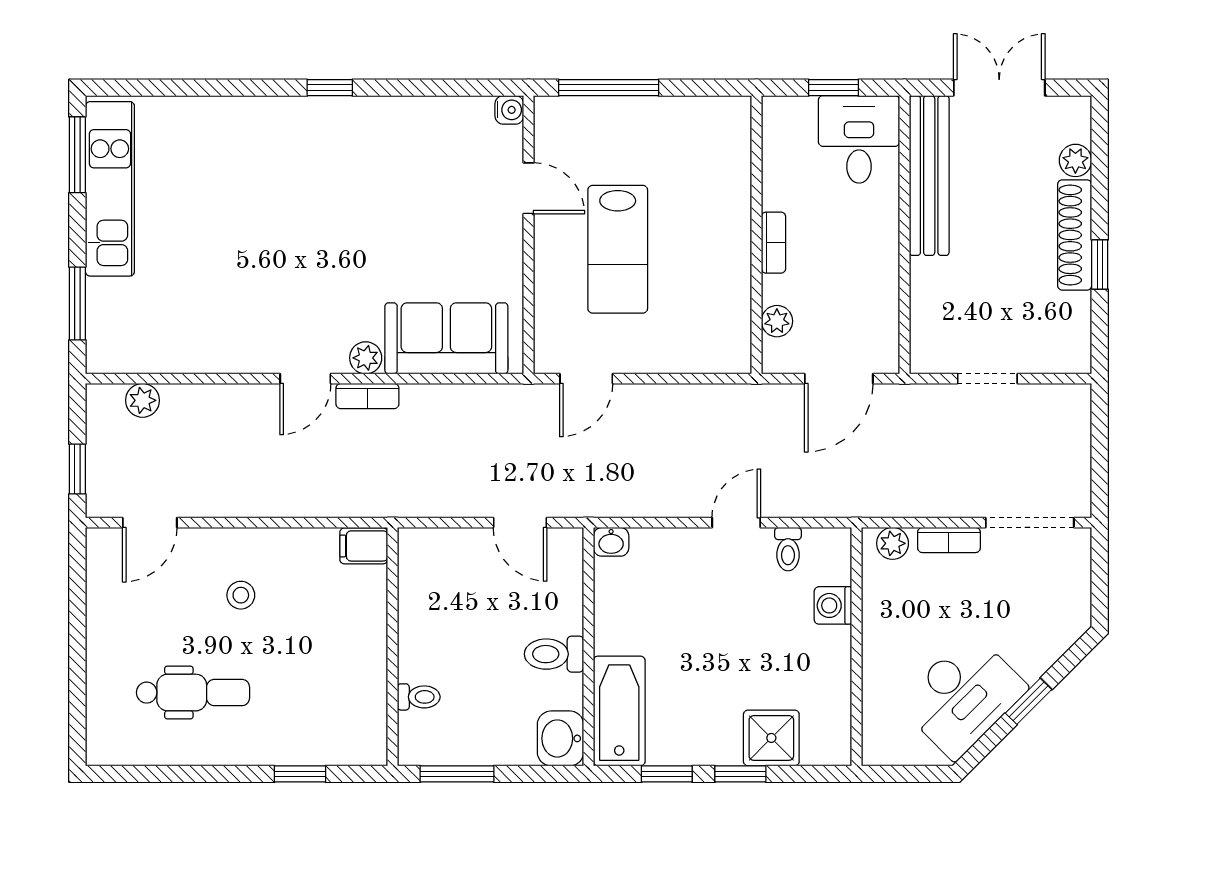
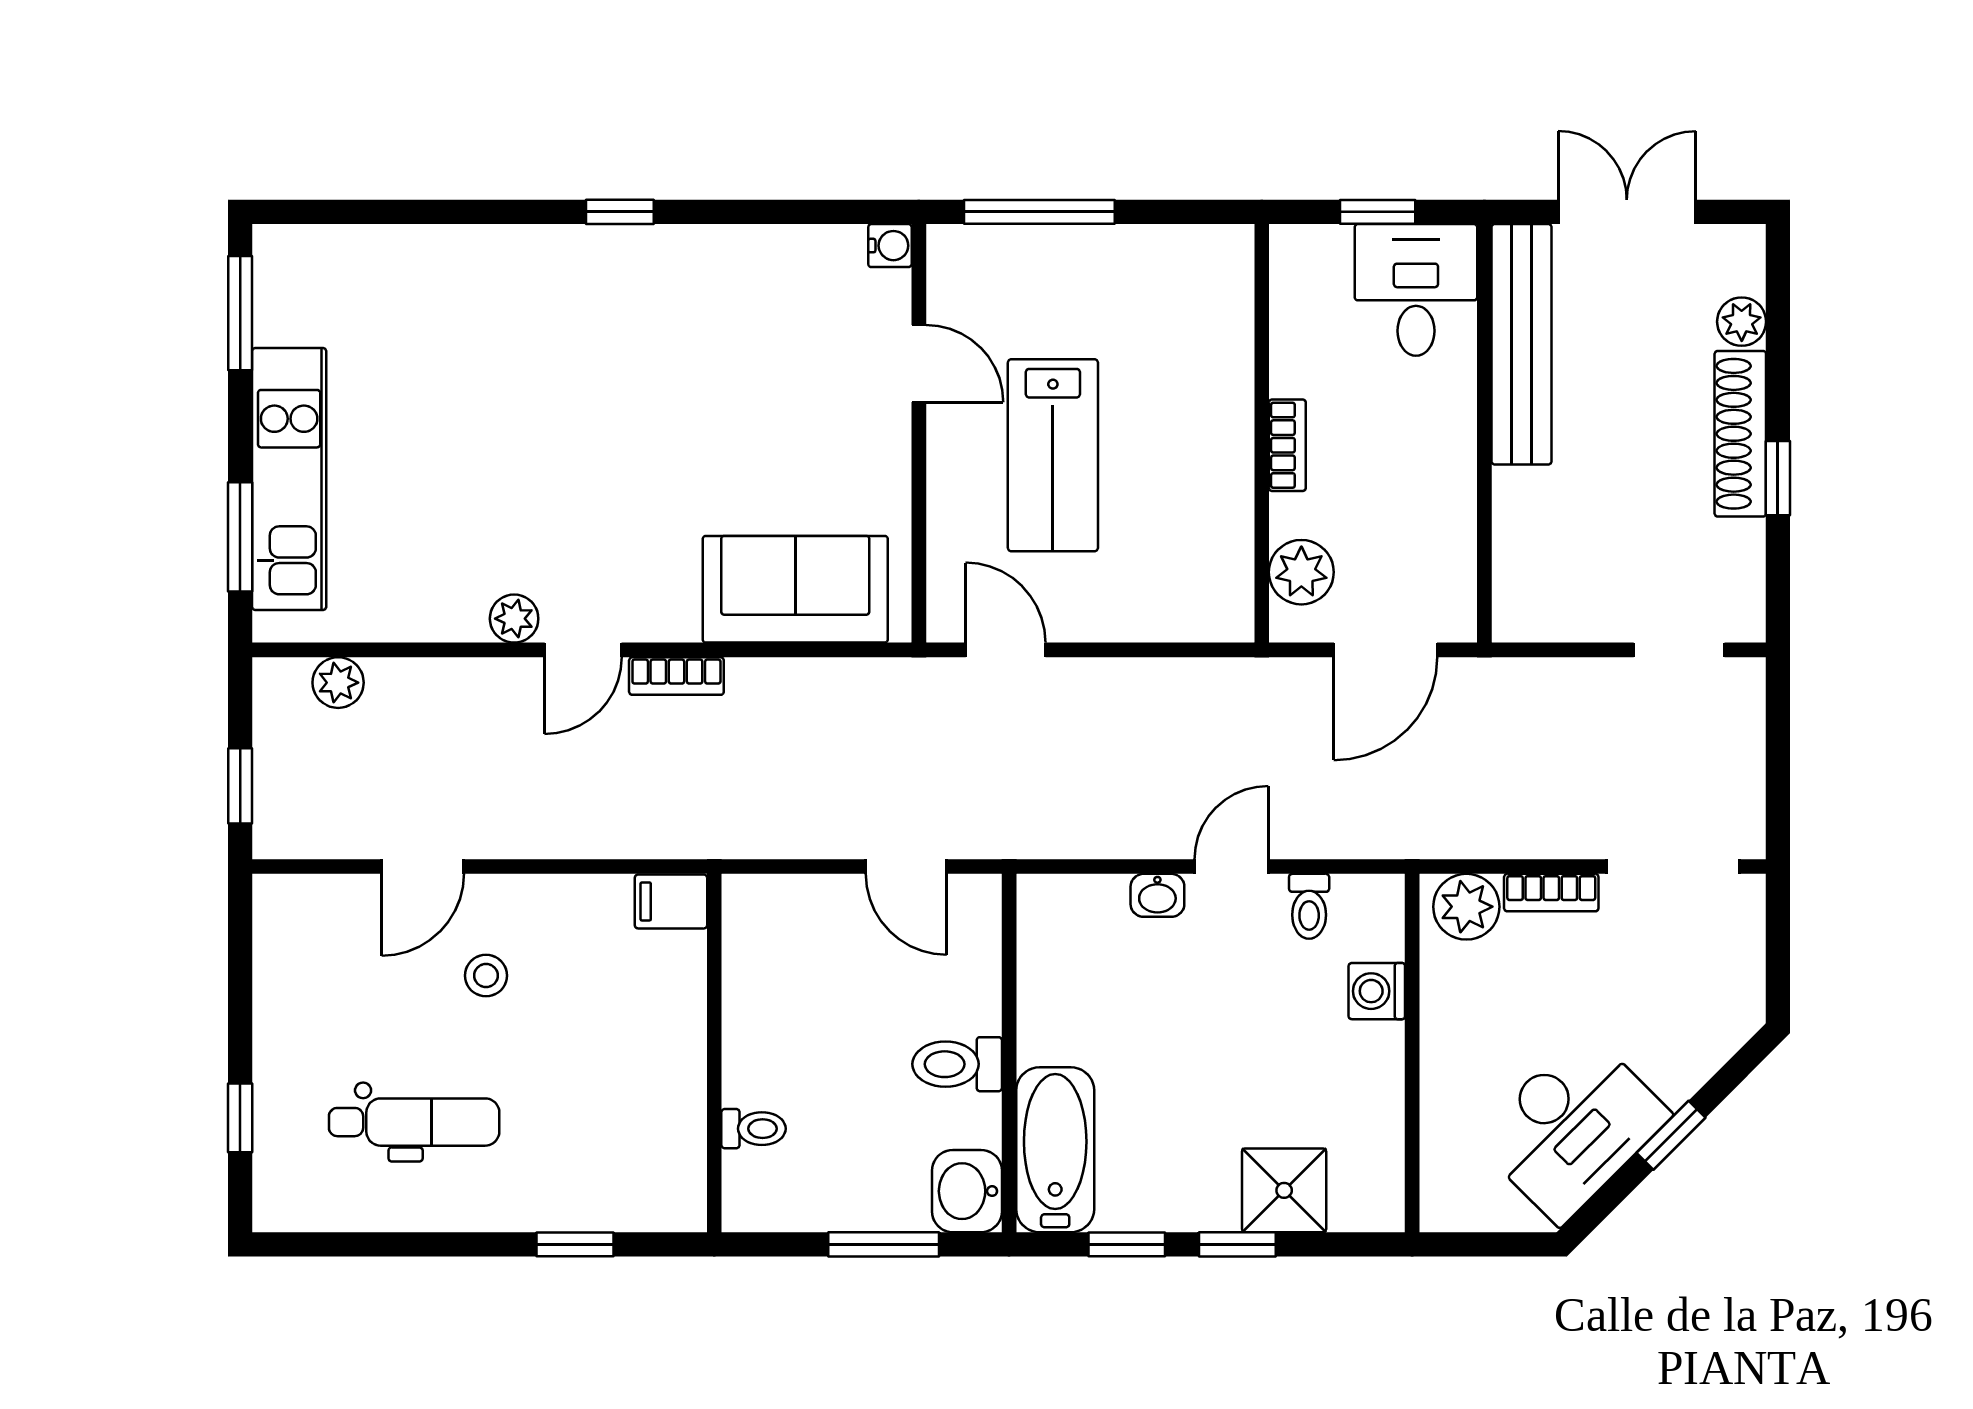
kitchen unit: (110, 189) -> (289, 479), moved
plant: (777, 321) -> (1301, 572), width x1.38, depth x1.38
plant: (366, 358) -> (514, 619), moved
door: (586, 379) -> (1006, 650), swing flipped
doorway: (987, 379) -> (1679, 650), moved
door: (150, 523) -> (423, 867), moved
washbasin: (611, 542) -> (1157, 895), moved
plant: (893, 543) -> (1466, 907), width x1.38, depth x1.38
window: (77, 690) -> (240, 1118), added
window: (457, 774) -> (884, 1244), moved

